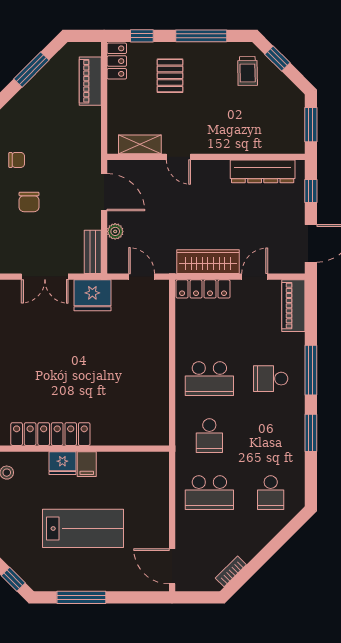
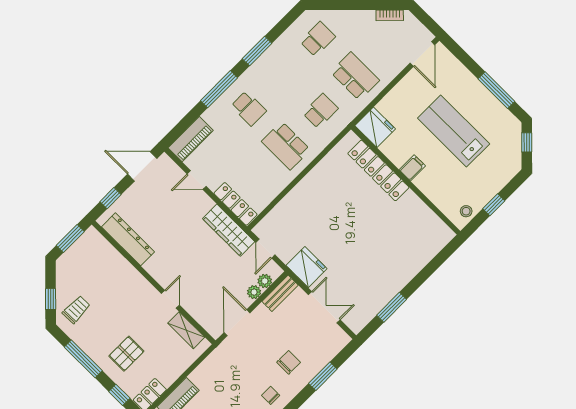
plant: (115, 249) -> (265, 281), added
wardrobe: (208, 262) -> (229, 230), moved
school desk: (209, 379) -> (286, 146), turned 180
locker: (50, 434) -> (378, 170), moved
fridge: (62, 463) -> (375, 127), moved, width x1.36, depth x1.34

